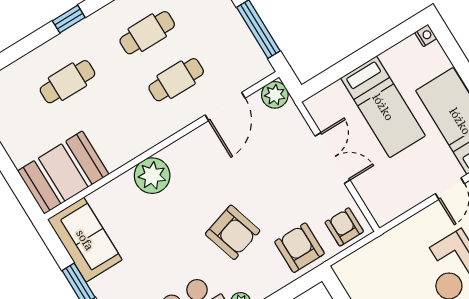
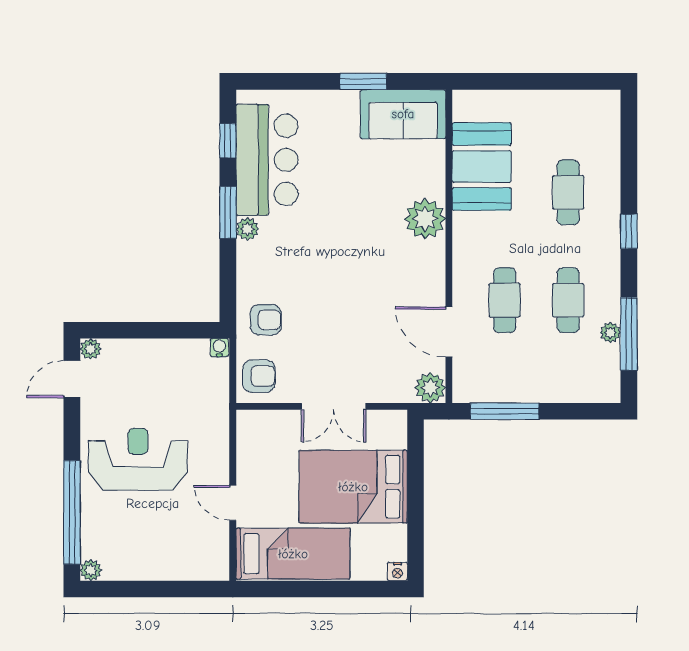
bed: (383, 107) -> (353, 487), width x1.50
booth: (63, 173) -> (482, 166), moved
armchair: (233, 232) -> (321, 263), removed
armchair: (300, 248) -> (266, 320), width x0.72, depth x0.72
water cooler: (341, 269) -> (219, 347), added

